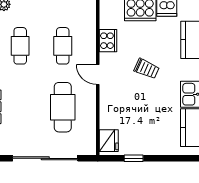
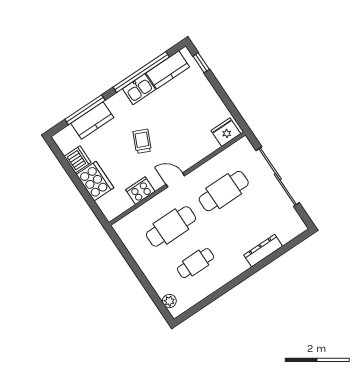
cafe table: (63, 46) -> (171, 226), width x1.37, depth x1.35
door: (98, 74) -> (175, 180), swing flipped
window: (134, 158) -> (201, 63), moved

